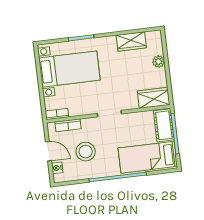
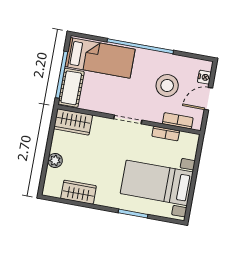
bookcase: (57, 114) -> (166, 133), moved
door: (48, 151) -> (208, 99), hinge flipped

